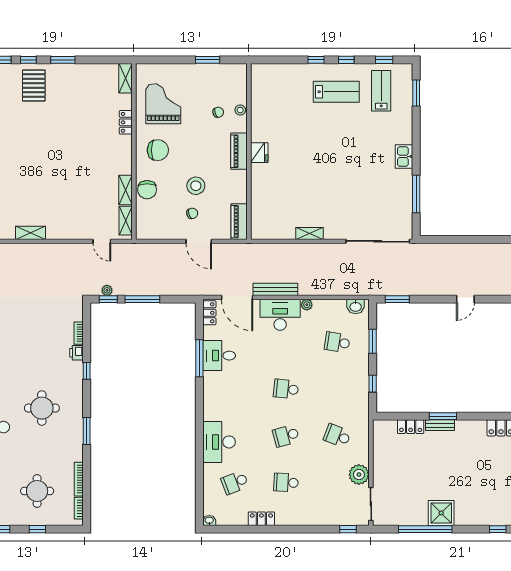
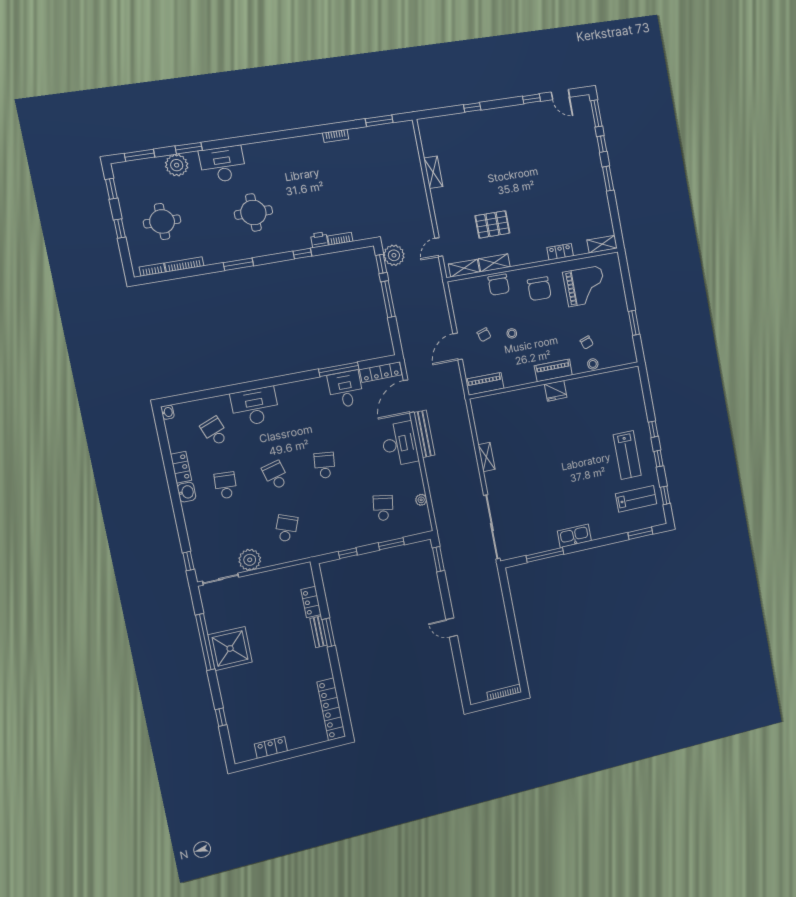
pallet: (34, 86) -> (492, 224), moved
kitchen sink: (404, 156) -> (574, 536), width x1.38
stool: (196, 186) -> (512, 333), width x0.53, depth x0.53
chair: (147, 190) -> (499, 285), turned -90
plant: (107, 290) -> (394, 255), width x1.87, depth x1.87
plant: (307, 305) -> (421, 500), moved
washbasin: (356, 306) -> (187, 492), moved, turned 180
locker: (209, 313) -> (381, 372), width x1.53
shower: (441, 513) -> (230, 648), width x1.37, depth x1.37

